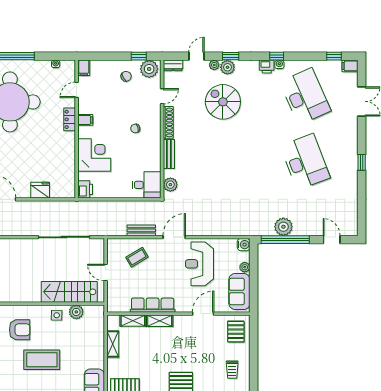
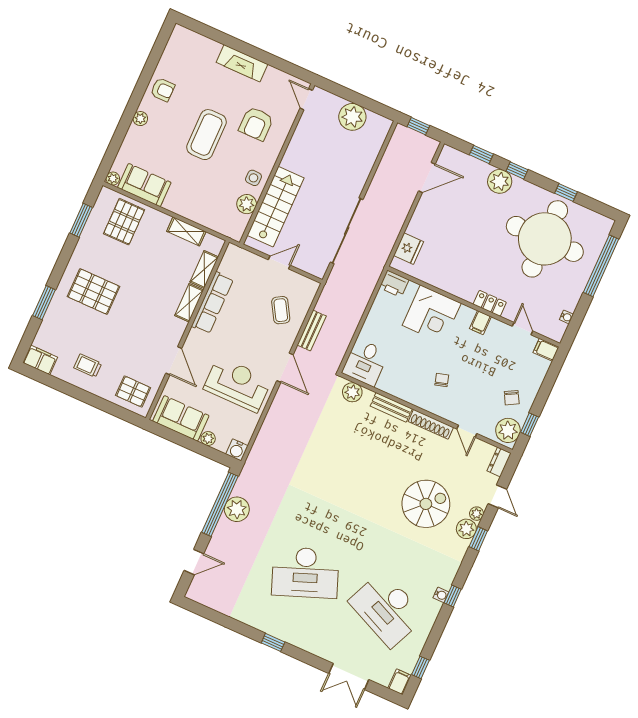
printer: (267, 67) -> (445, 578), removed
desk: (305, 96) -> (387, 609), turned 48
fridge: (40, 190) -> (409, 249), moved

